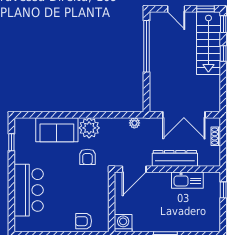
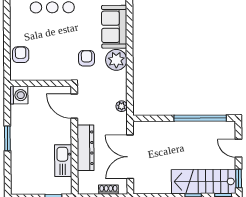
door: (176, 9) -> (238, 148), hinge flipped
armchair: (87, 157) -> (87, 58), turned 90

